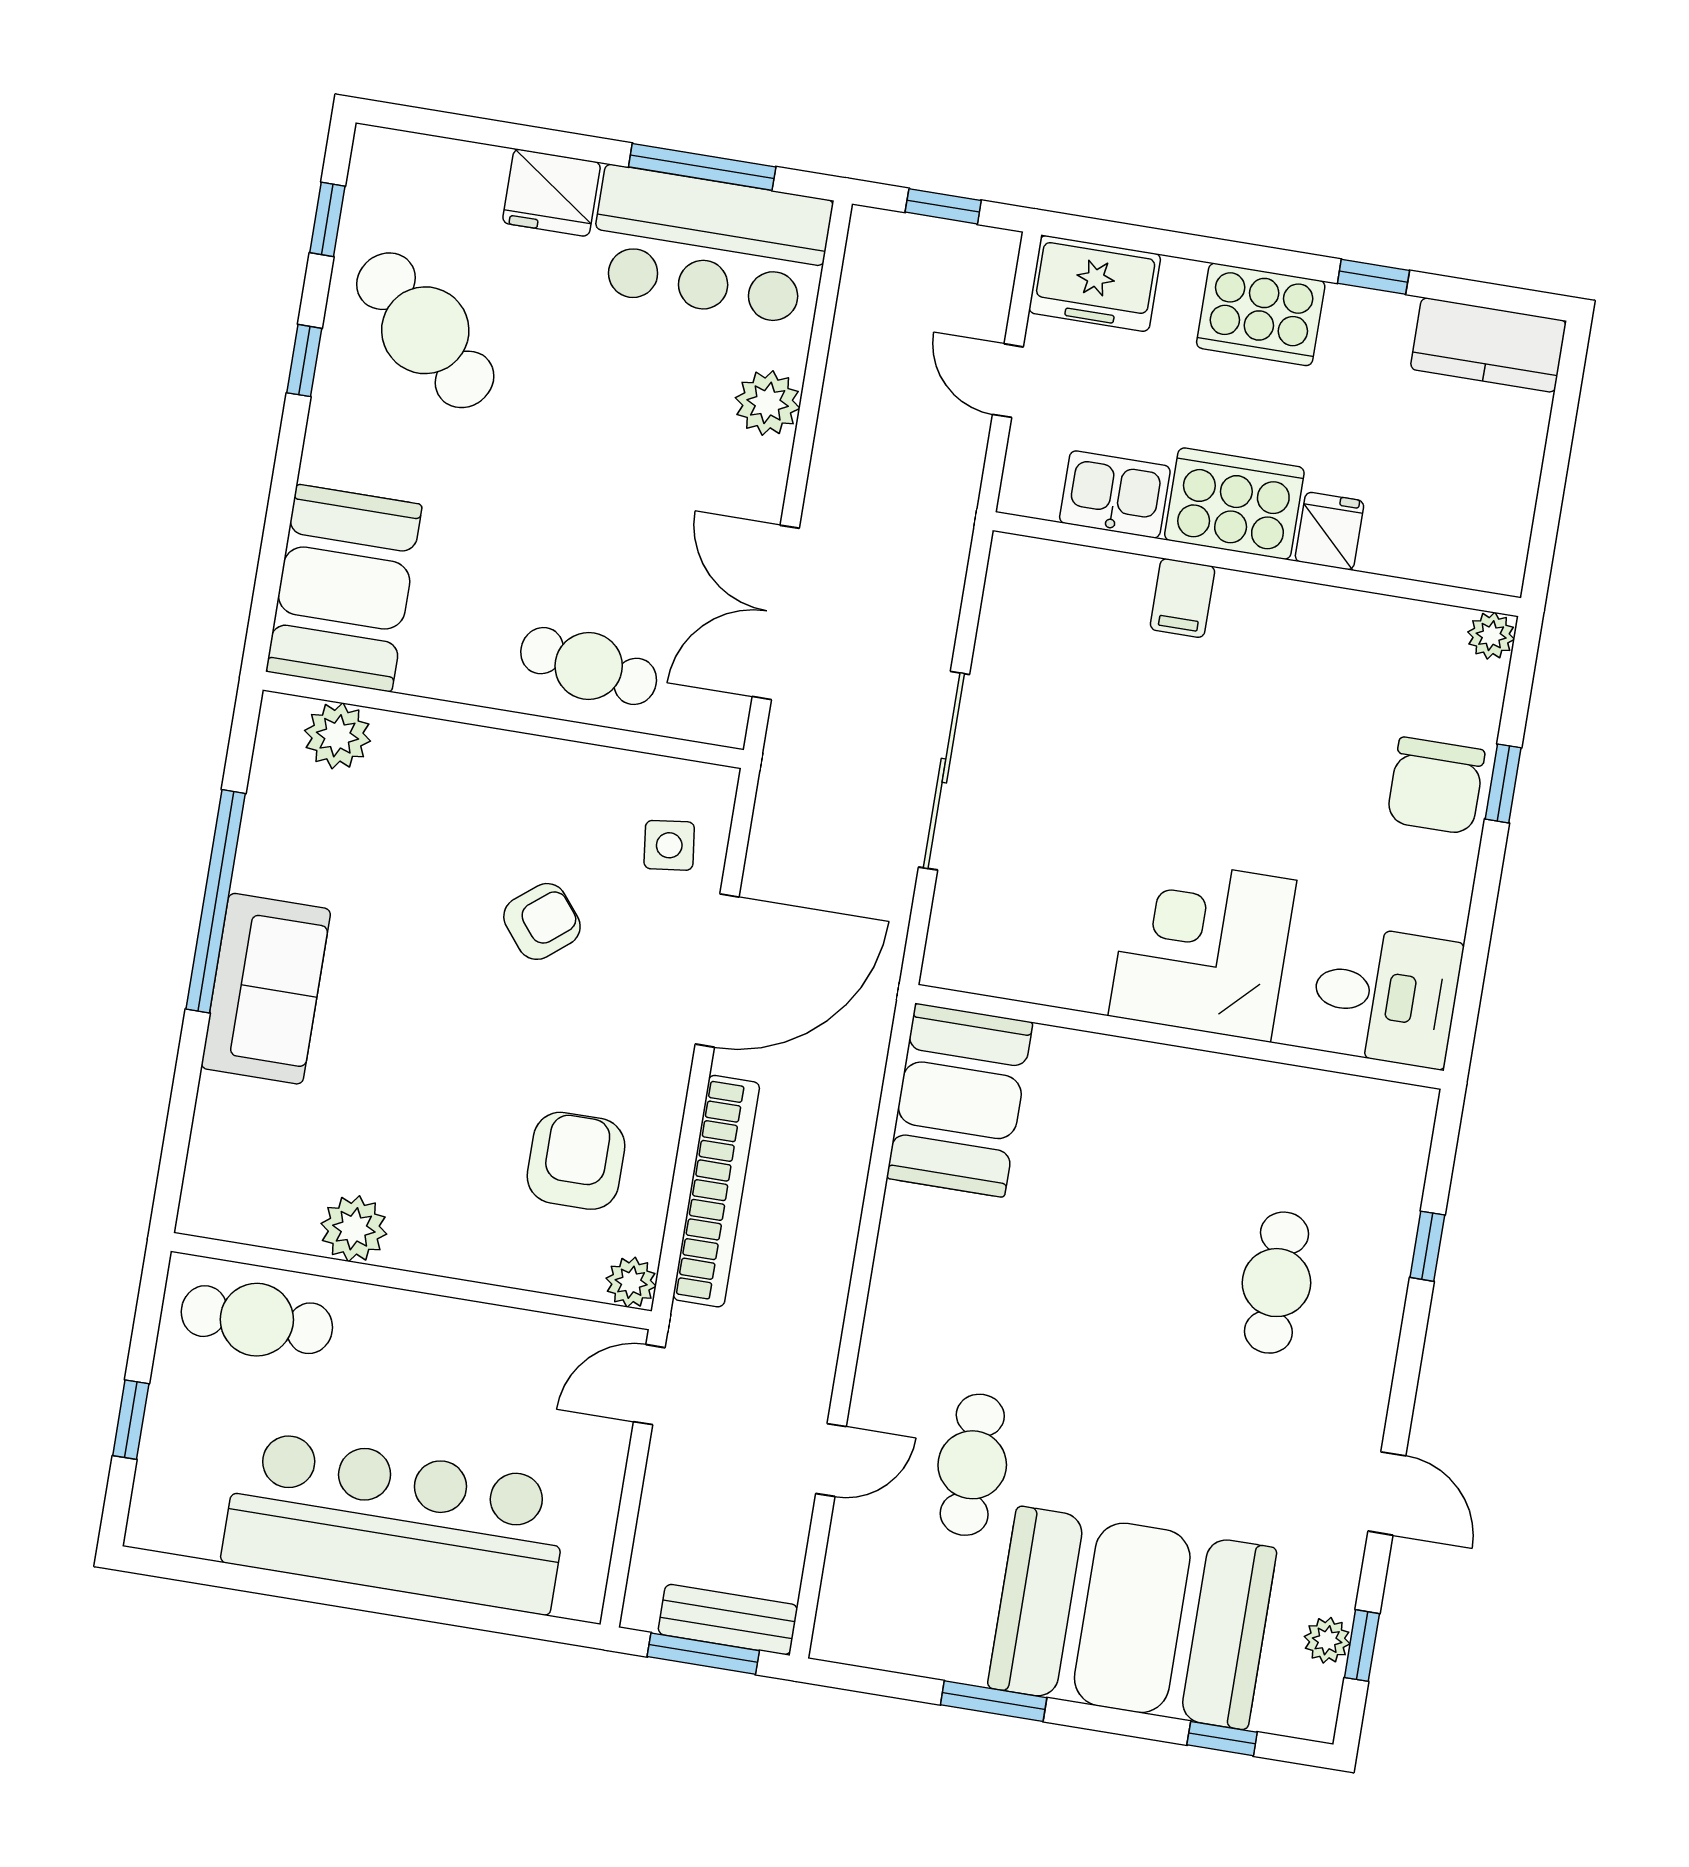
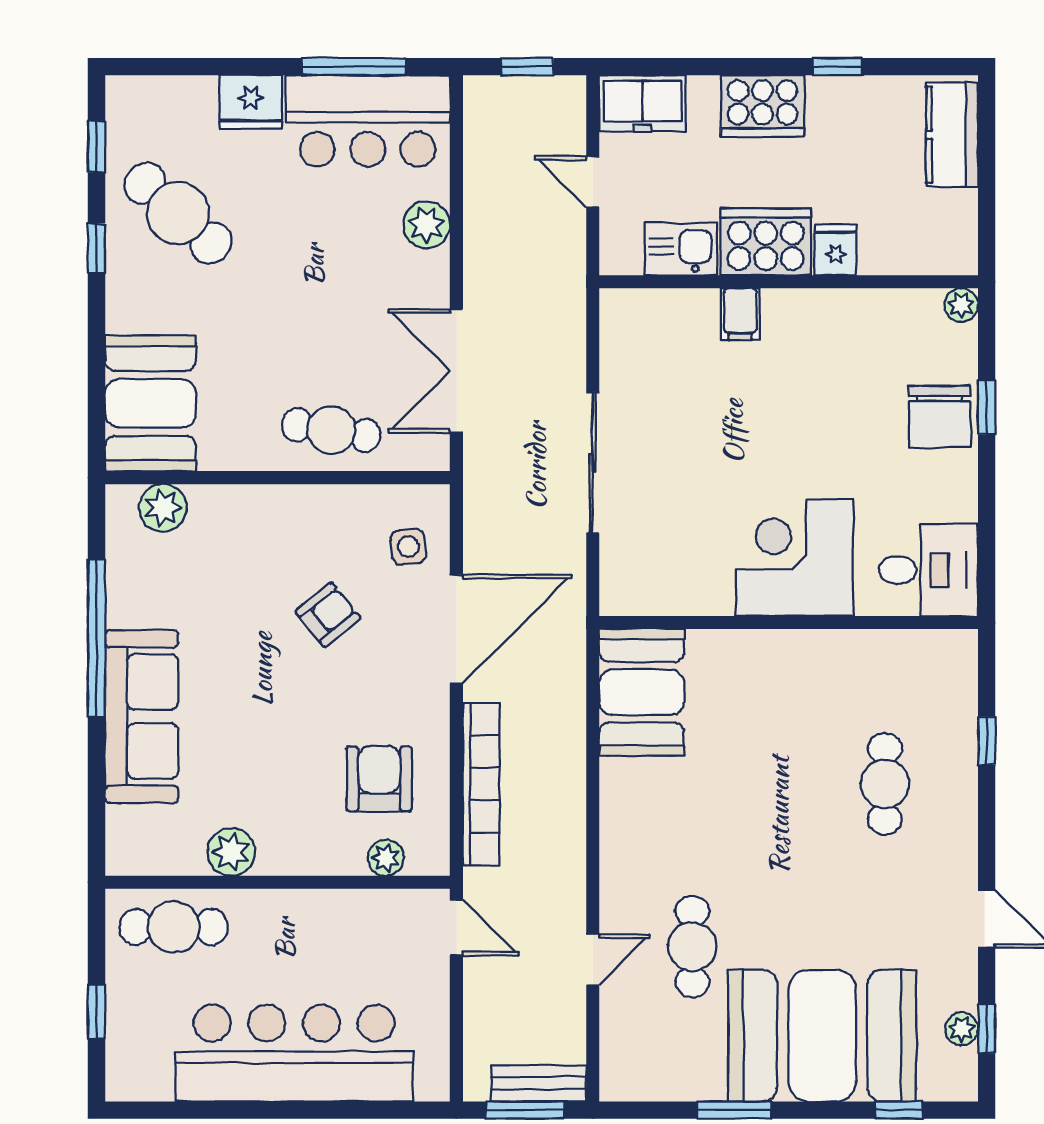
kitchen counter: (1488, 345) -> (952, 135), moved, turned 90
sofa: (266, 989) -> (142, 717), width x1.36
plant: (631, 1282) -> (386, 858), moved
door: (649, 1385) -> (456, 928), swing flipped

